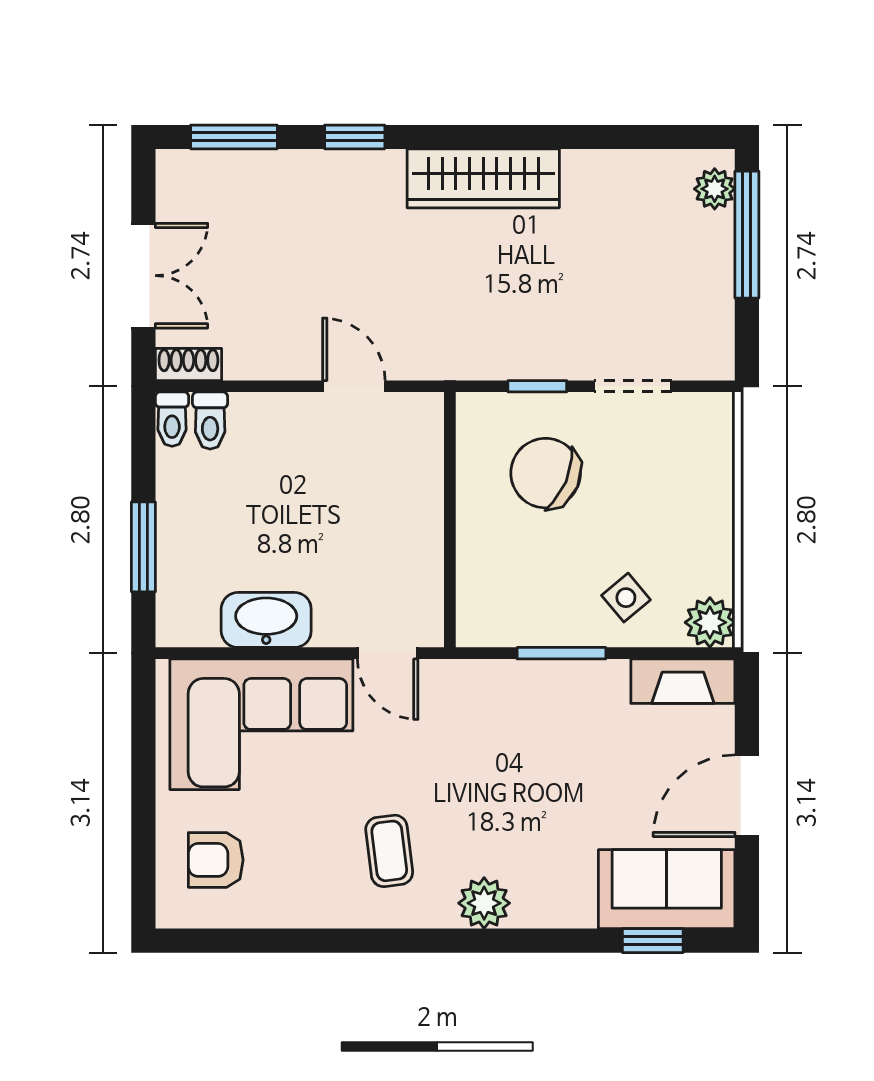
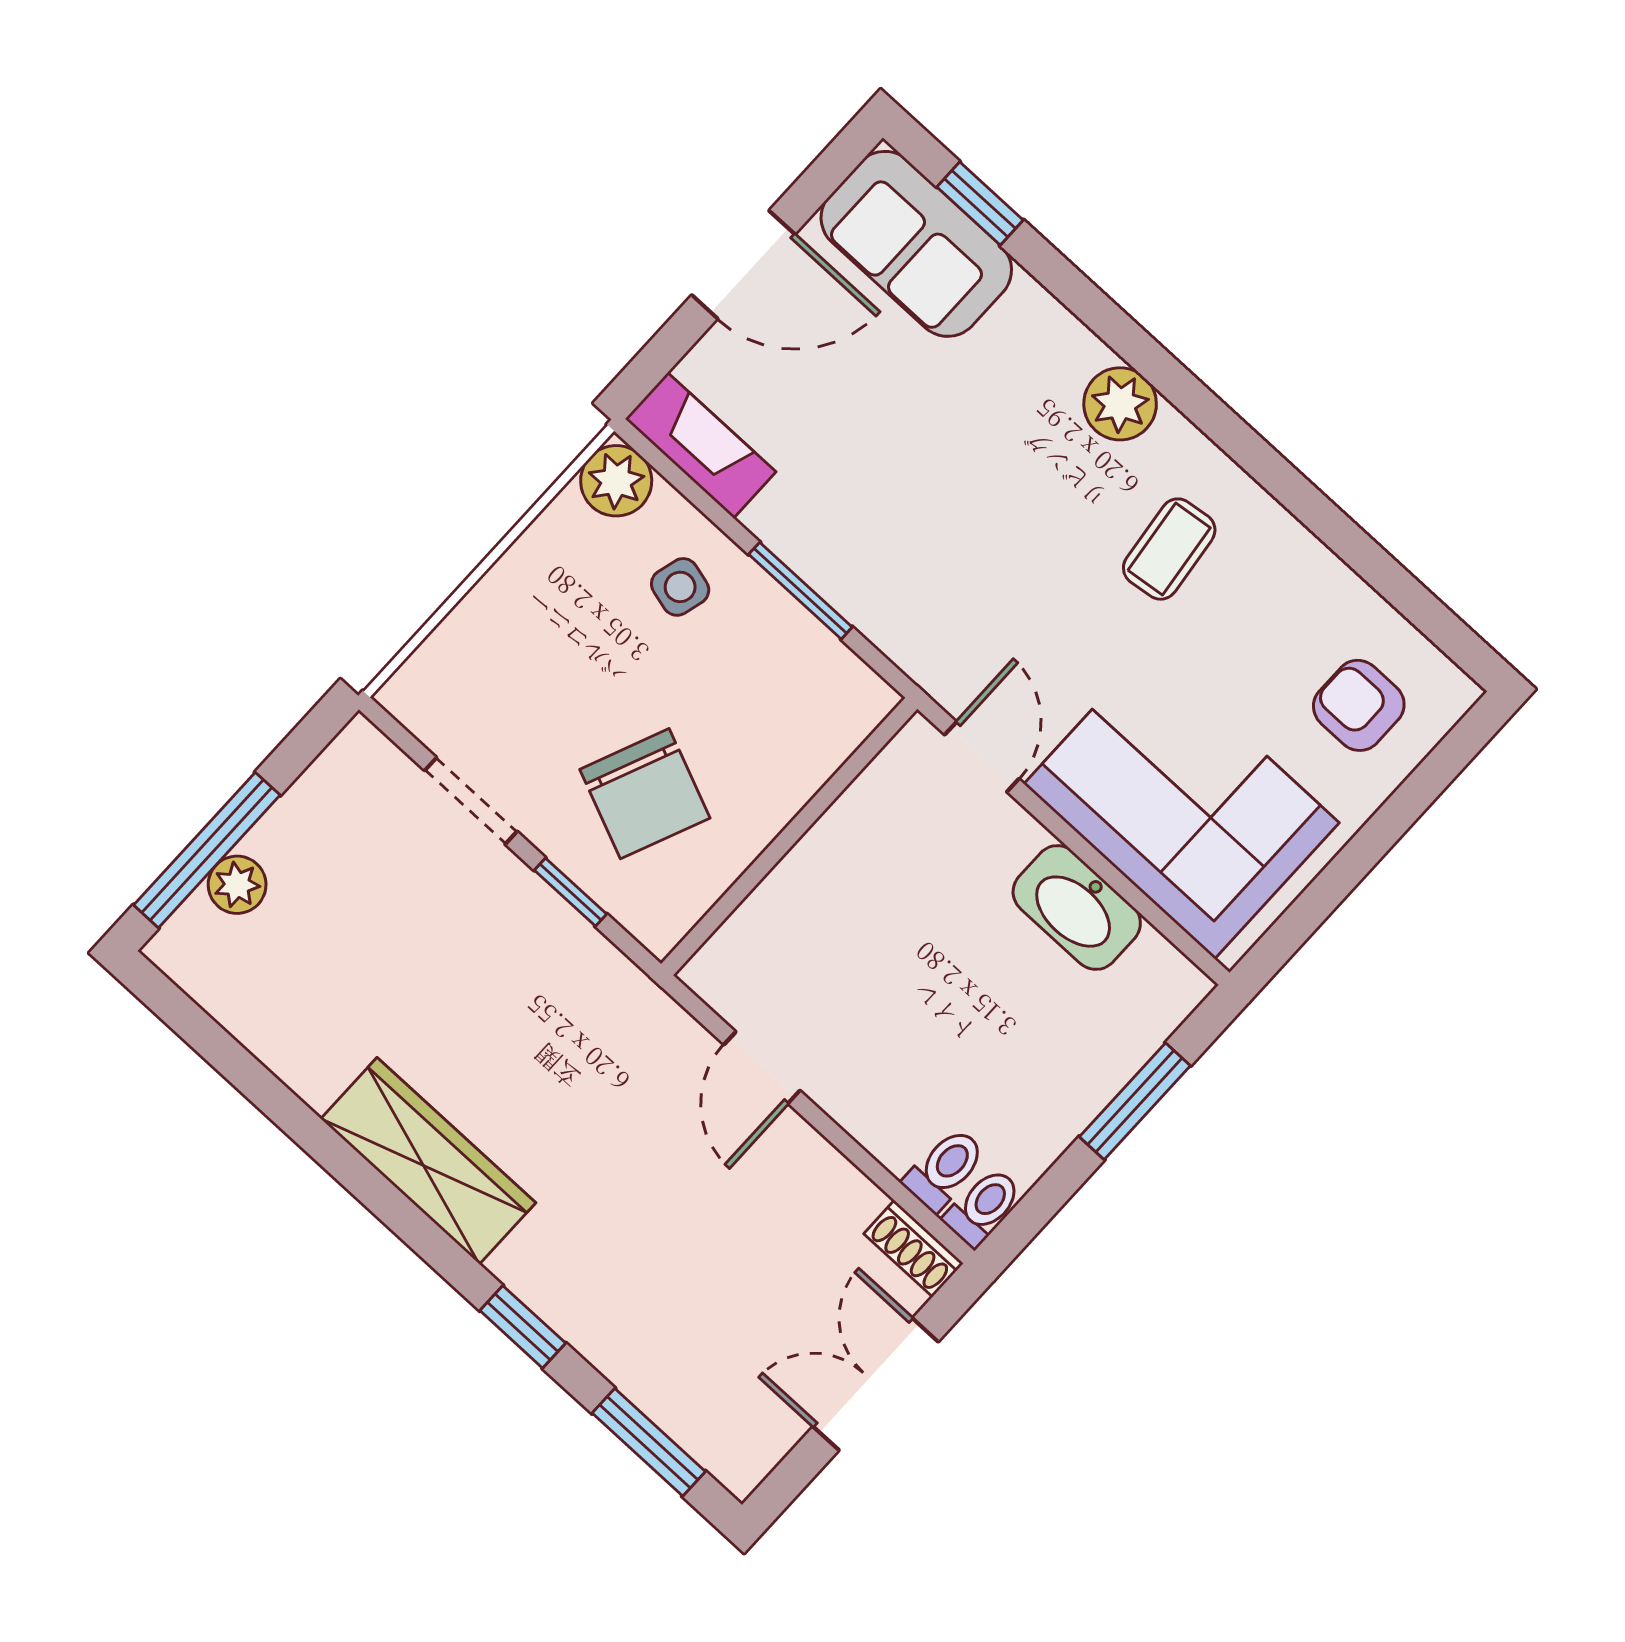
plant: (715, 189) -> (237, 885), moved
side table: (626, 598) -> (680, 587), turned -35
armchair: (216, 860) -> (1359, 705), turned 180

